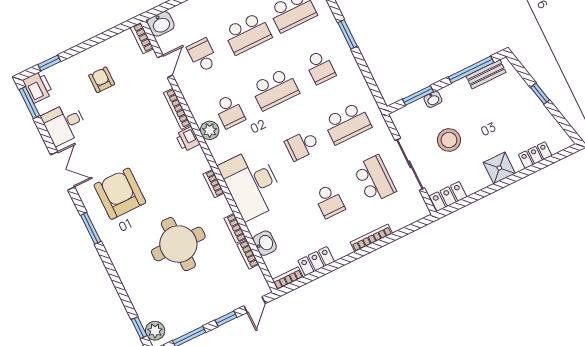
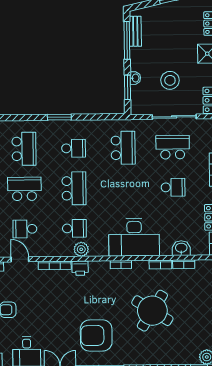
school desk: (248, 33) -> (24, 189), turned -90
school desk: (302, 145) -> (123, 188), removed
round table: (178, 244) -> (152, 311), turned 32

